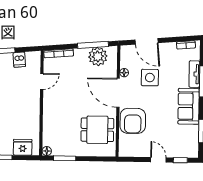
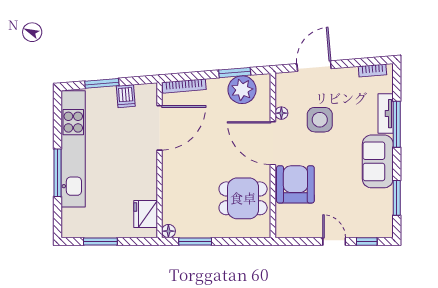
door: (147, 41) -> (314, 66), swing flipped
window: (93, 45) -> (235, 73), width x0.69
door: (42, 81) -> (160, 128), width x1.88
armchair: (133, 121) -> (295, 184), turned 180
fridge: (23, 147) -> (146, 214), moved, turned -90

